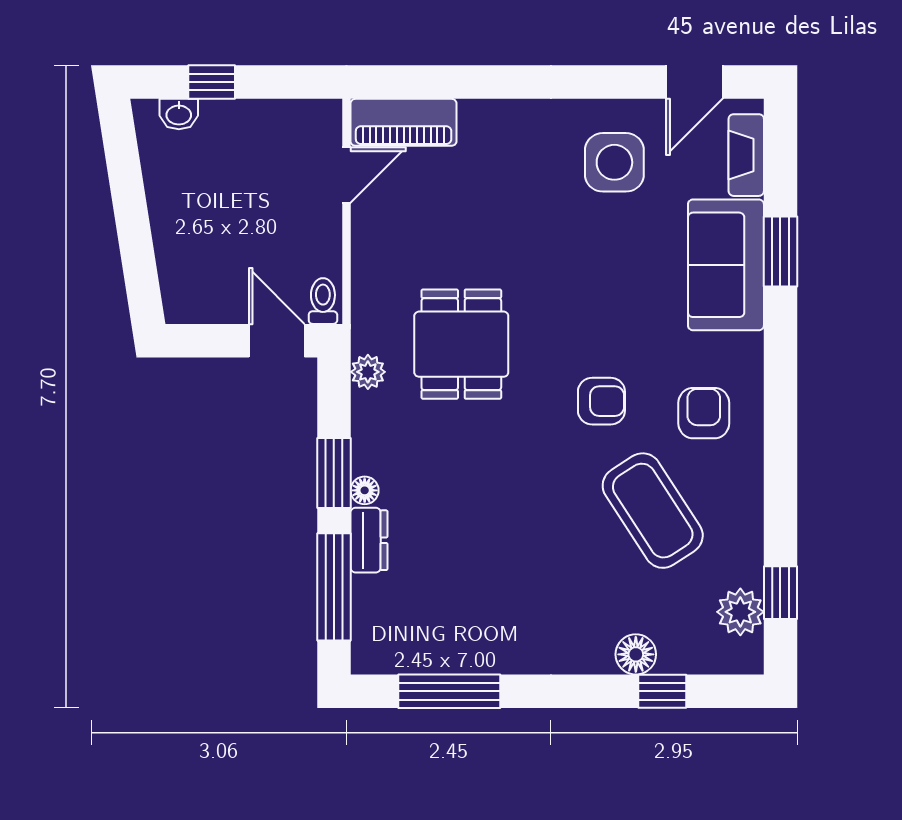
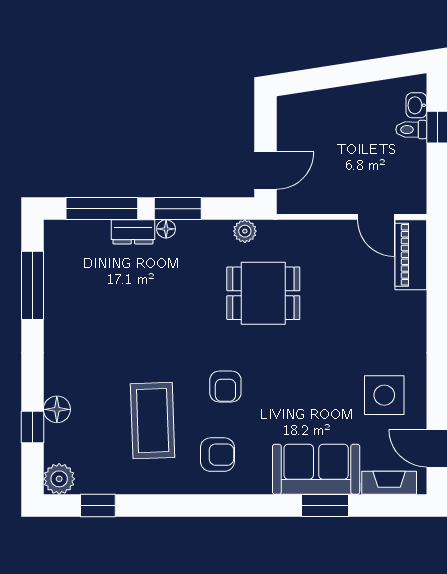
toilet: (323, 301) -> (411, 130), moved, turned 180
coffee table: (653, 511) -> (153, 421), turned -59
plant: (740, 612) -> (59, 479), moved

